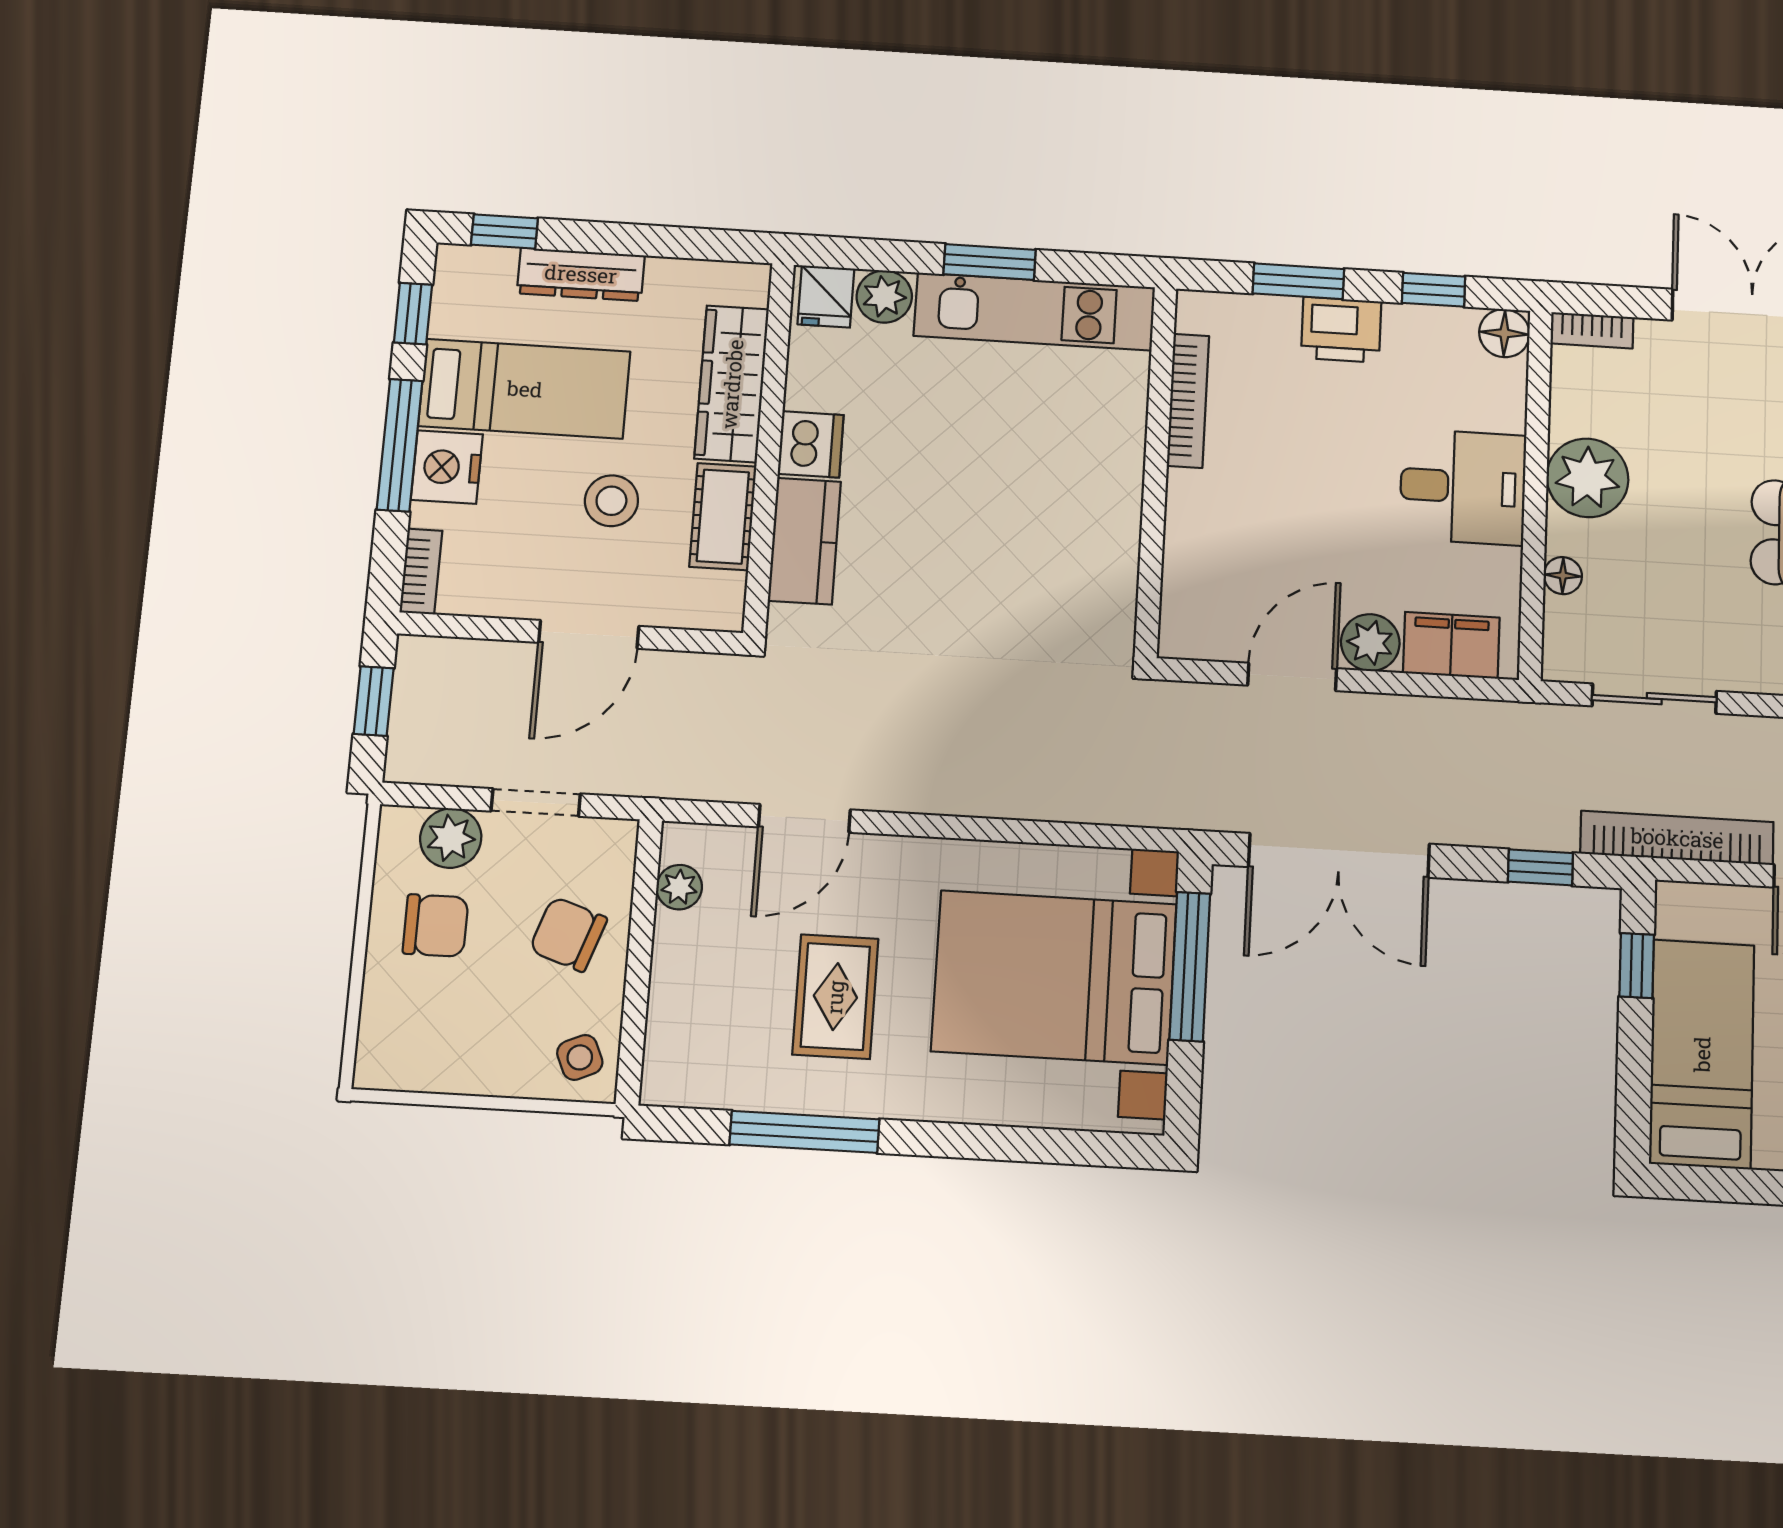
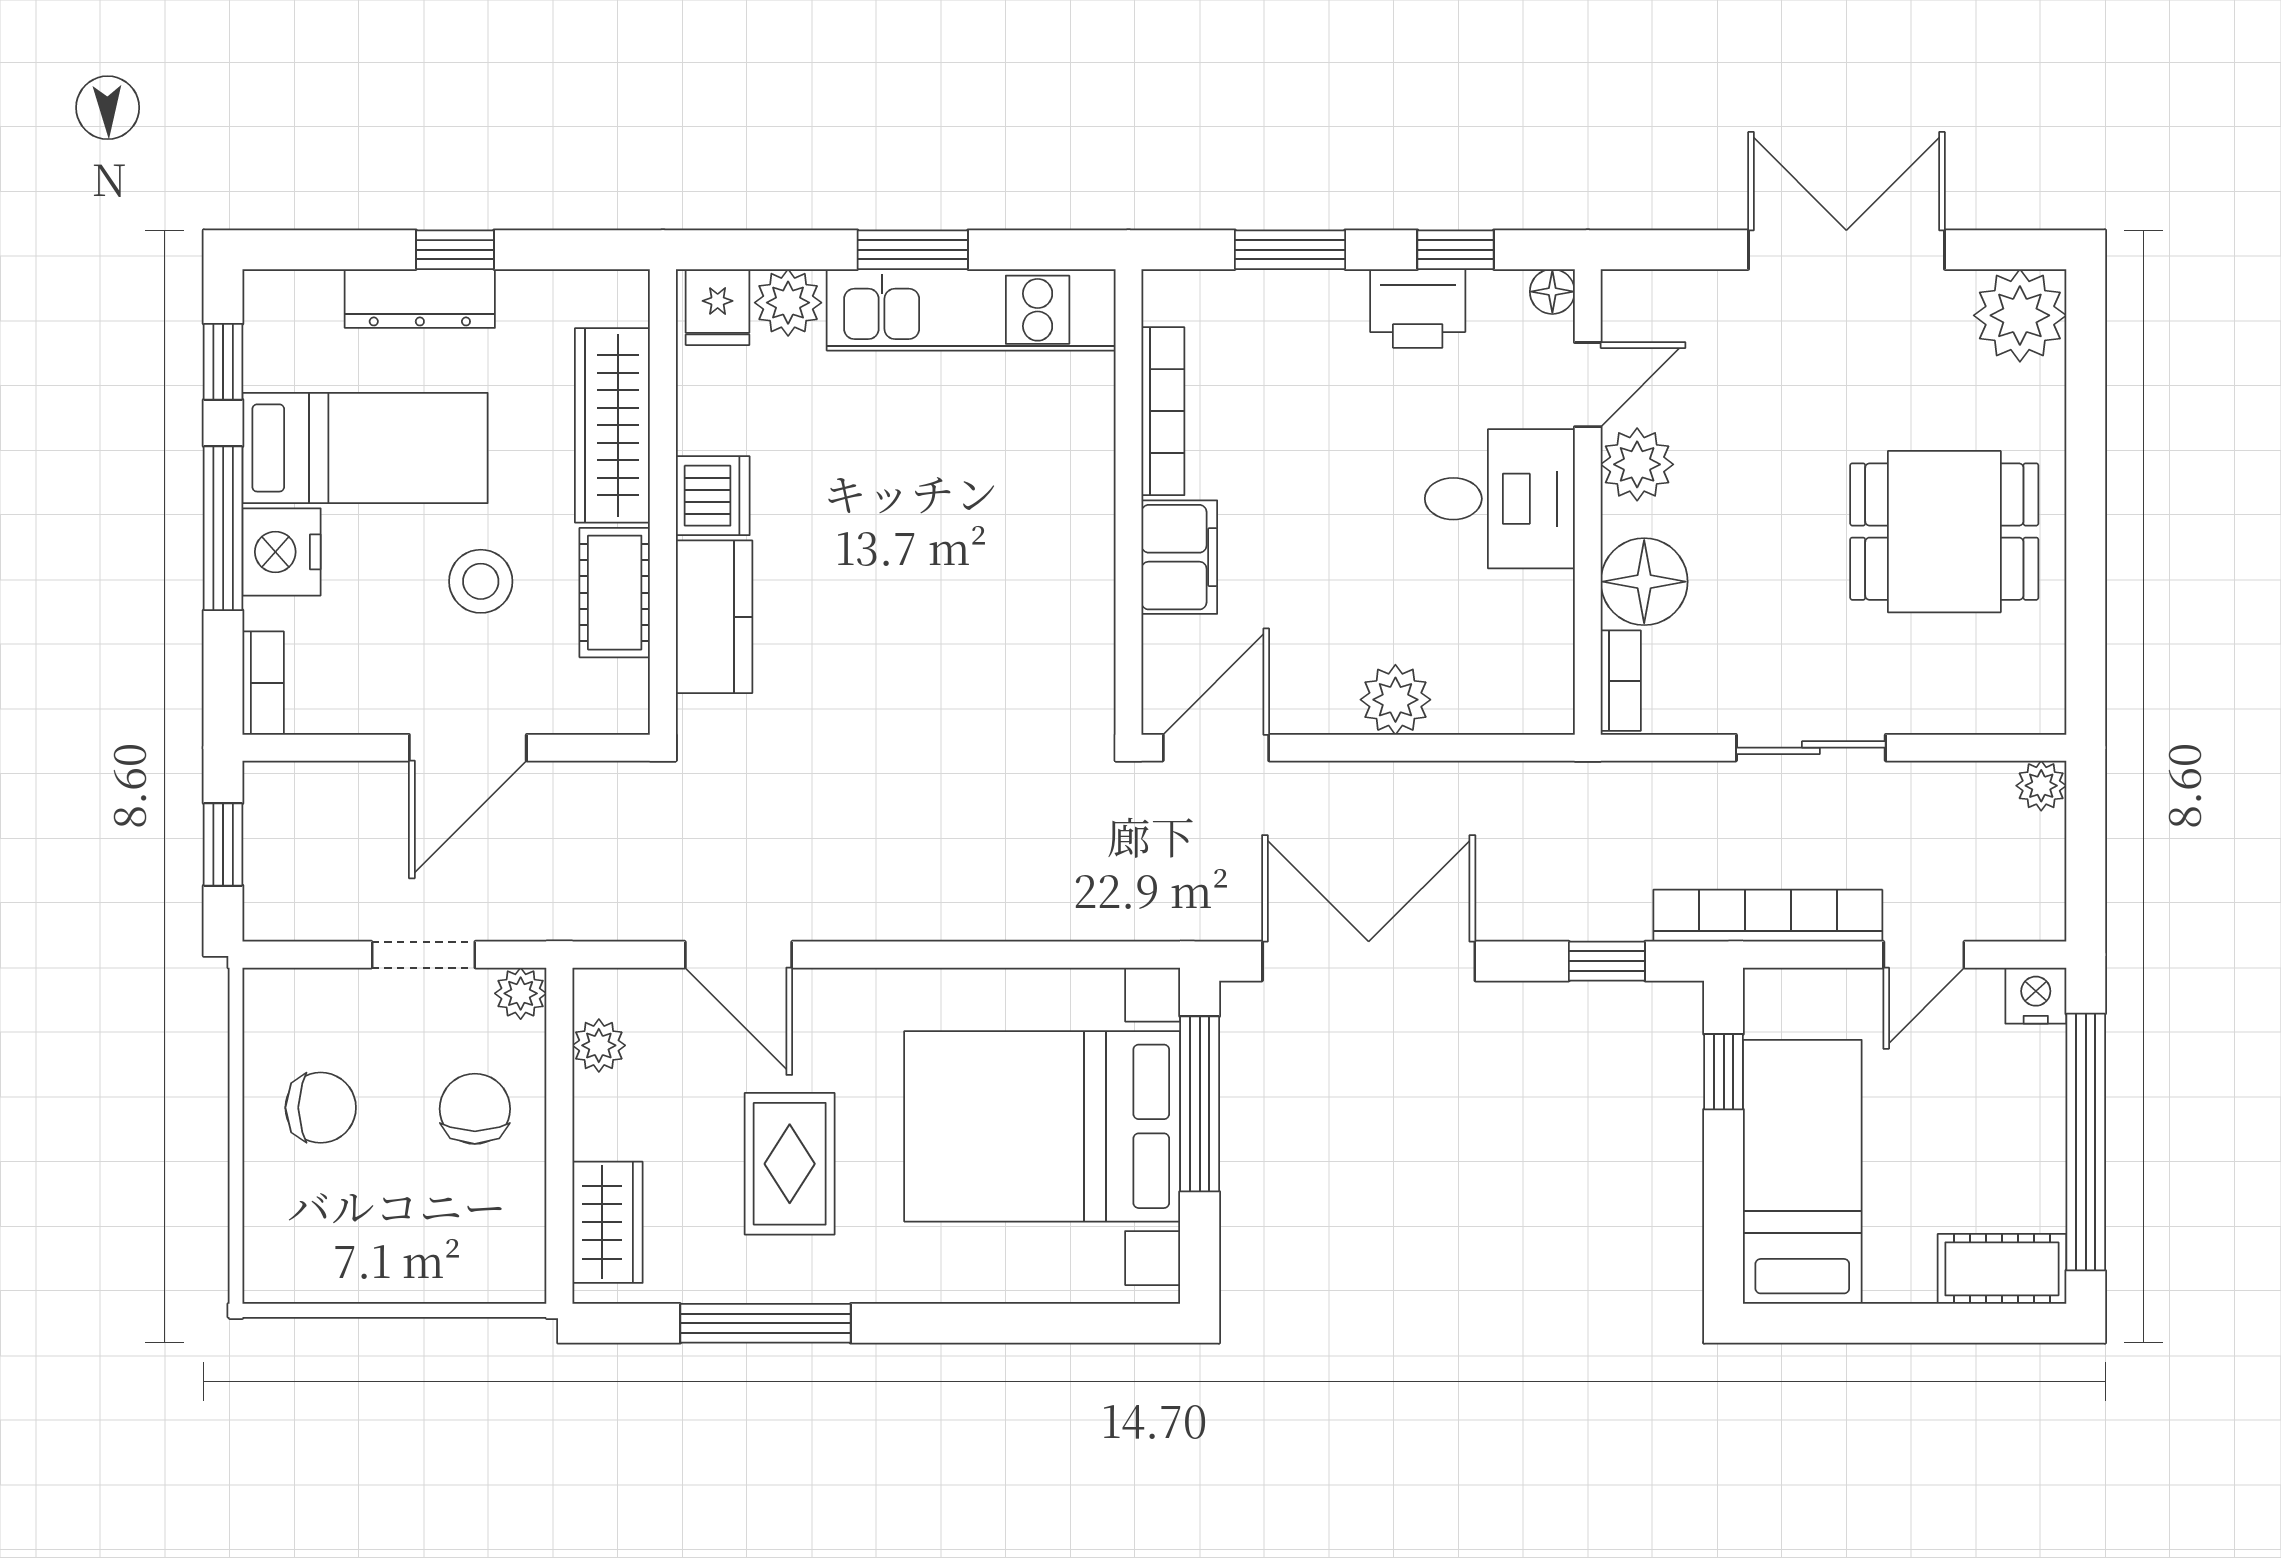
window: (504, 231) -> (455, 250), moved
printer: (1341, 330) -> (1418, 308), moved
bookcase: (1592, 330) -> (1621, 681), moved, turned -90
floor lamp: (1504, 333) -> (1552, 292), width x0.73, depth x0.73
door: (1538, 402) -> (1588, 385), added
plant: (1587, 478) -> (1637, 464), width x0.73, depth x0.73
floor lamp: (1563, 576) -> (1644, 582), width x1.89, depth x1.89
filing cabinet: (1451, 645) -> (1179, 557), moved, turned 90
door: (1292, 677) -> (1216, 748), moved
sliding door: (1654, 699) -> (1811, 748), moved
door: (804, 818) -> (738, 955), hinge flipped
plant: (451, 838) -> (521, 993), moved, width x0.73, depth x0.73
double door: (1339, 855) -> (1369, 961), swing flipped
chair: (568, 934) -> (475, 1109), turned 71
wardrobe: (674, 1037) -> (607, 1222), added
side table: (580, 1057) -> (501, 1252), removed

